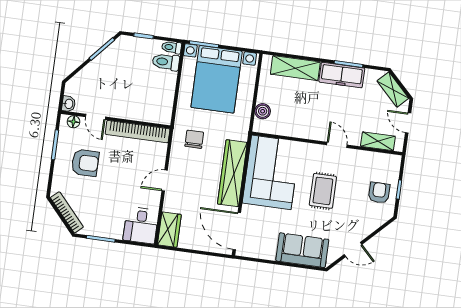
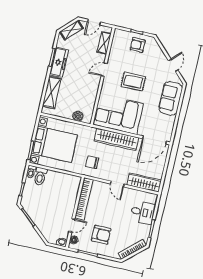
armchair: (85, 163) -> (101, 235), turned 90
desk: (141, 225) -> (143, 212), moved
wardrobe: (169, 230) -> (144, 183), width x1.50

